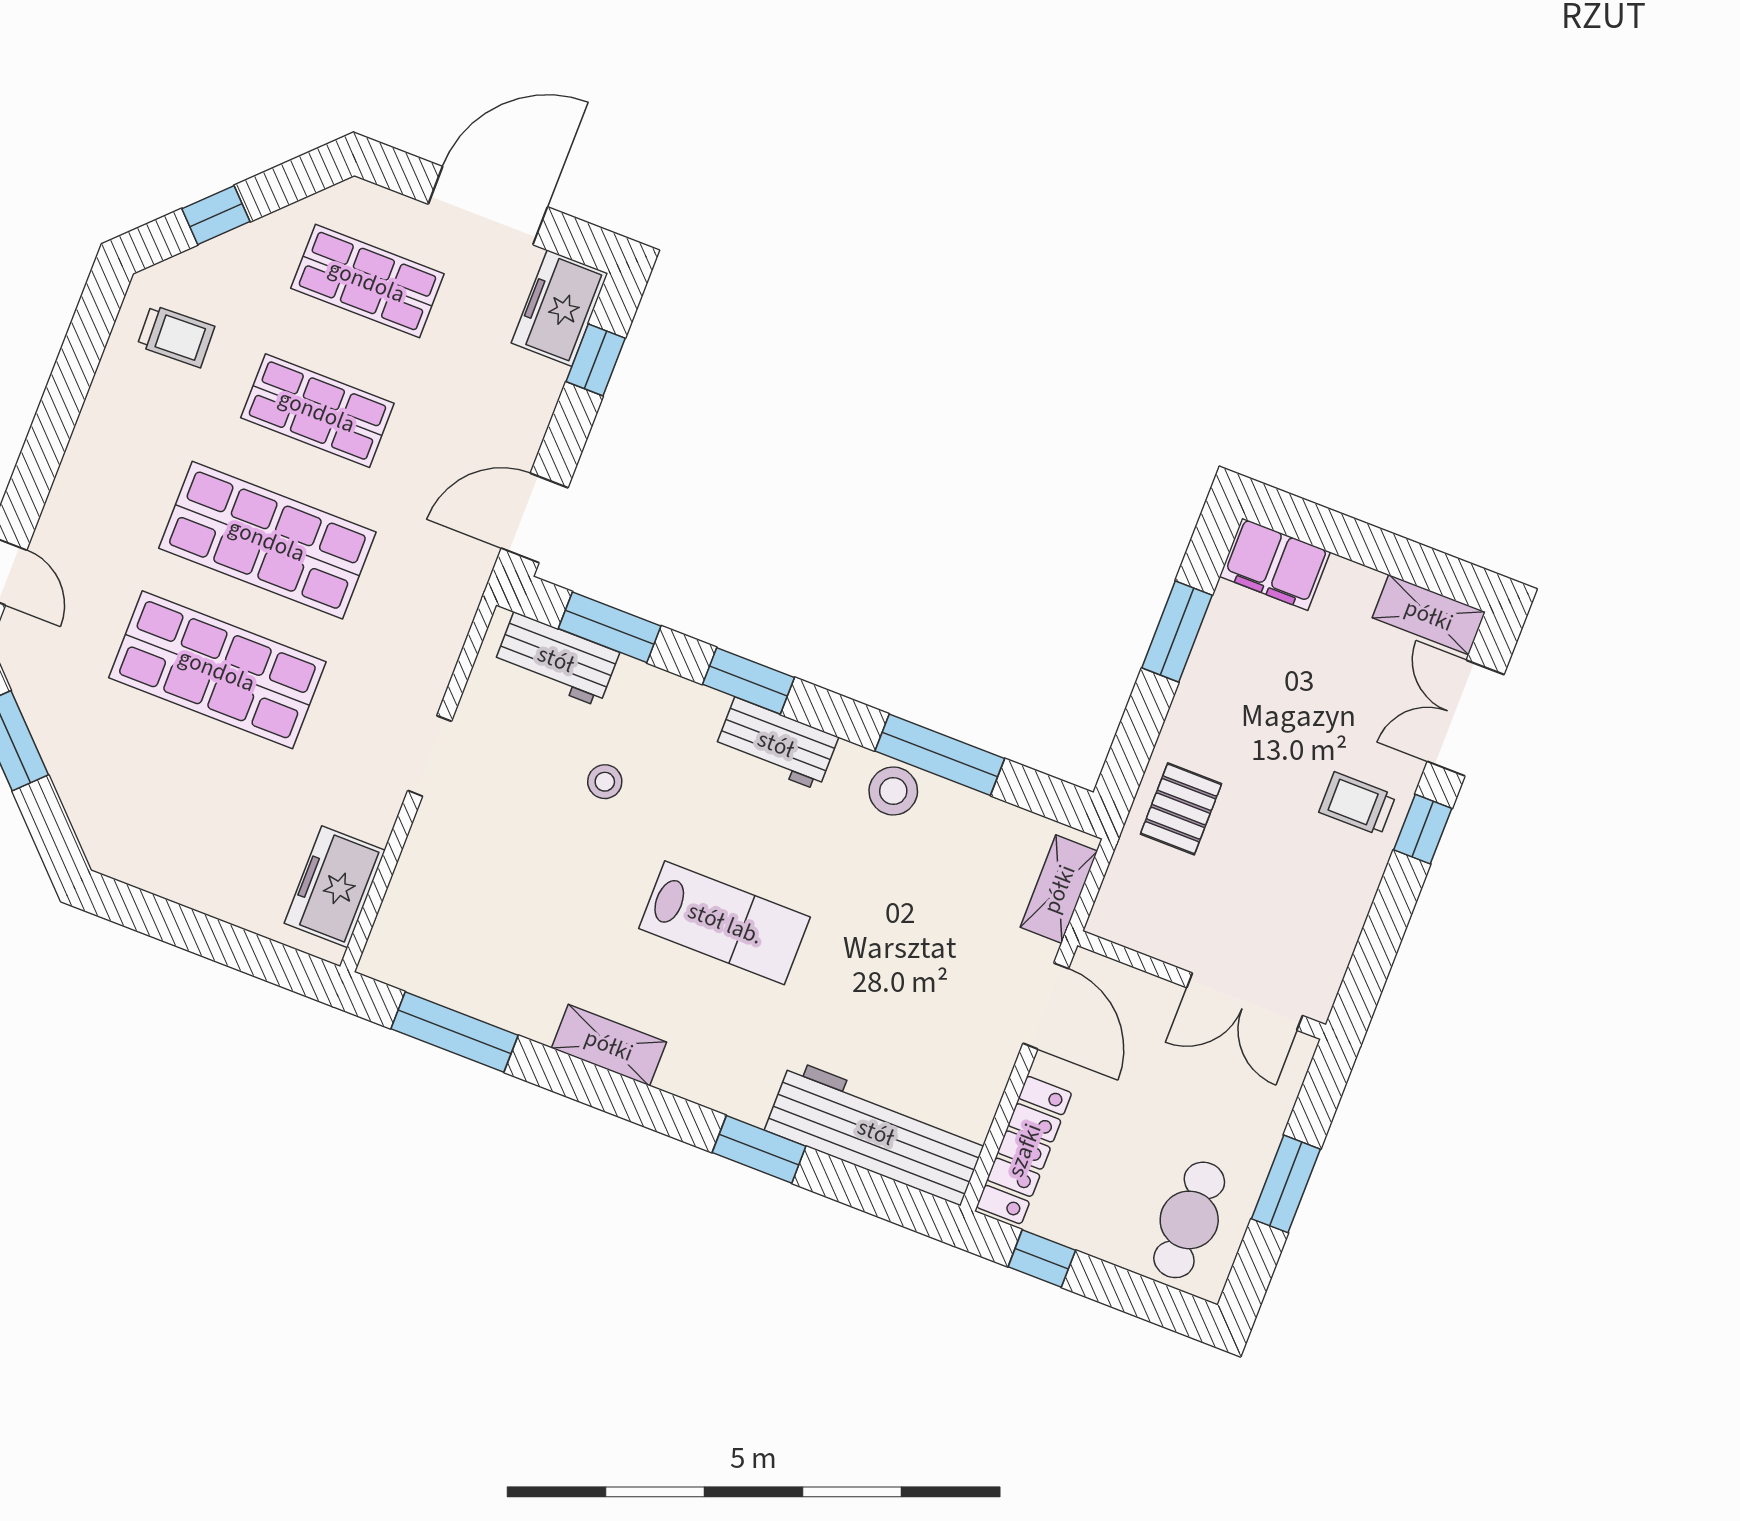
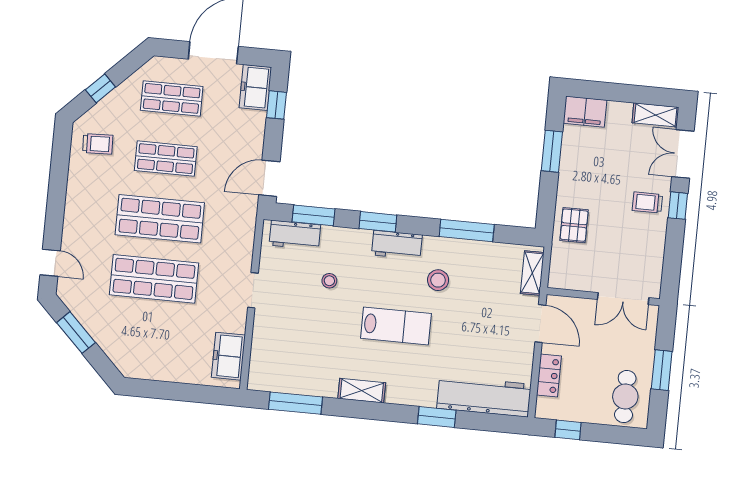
stool: (893, 791) -> (438, 280), moved
locker: (1024, 1150) -> (549, 376), width x0.66

